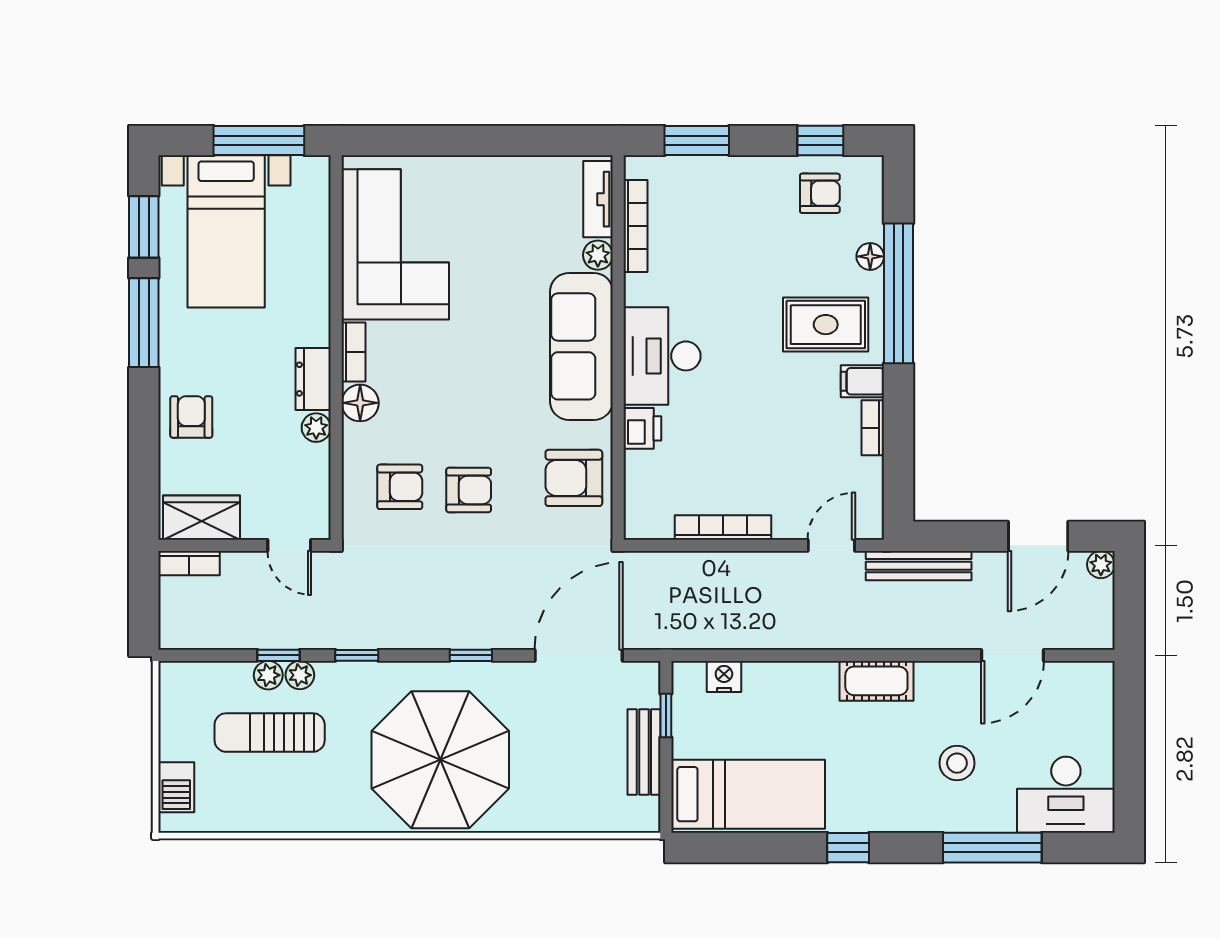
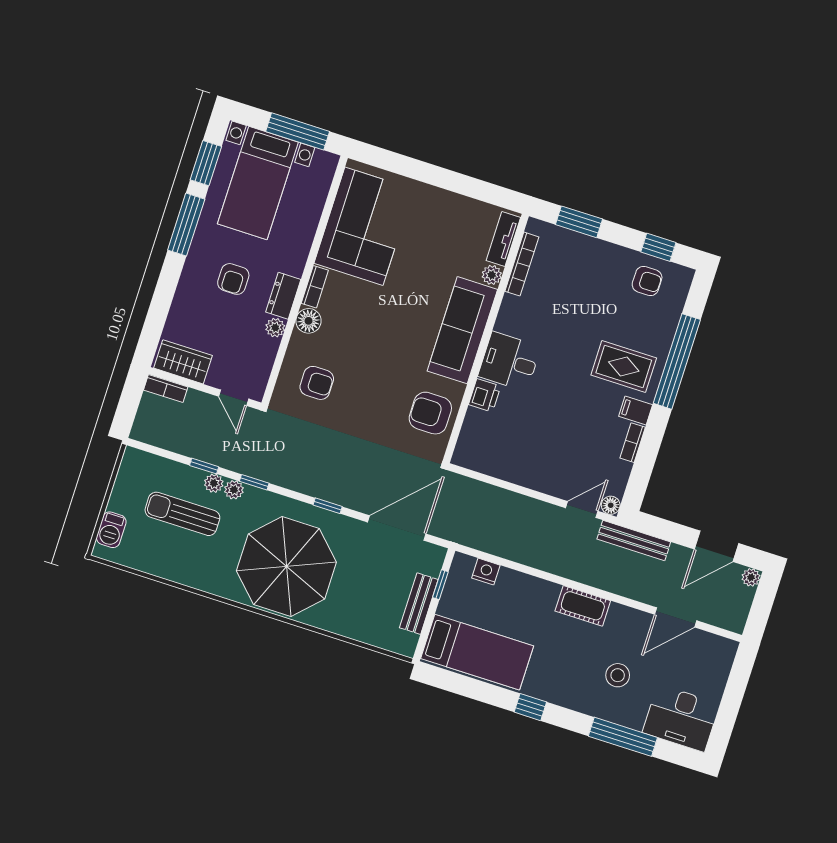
floor lamp: (870, 256) -> (611, 505), moved
desk: (662, 356) -> (509, 361), width x0.73
armchair: (191, 417) -> (233, 279), moved, turned 180
armchair: (469, 490) -> (360, 399), removed
bookcase: (723, 528) -> (516, 476), removed
plant: (268, 675) -> (234, 490), moved

